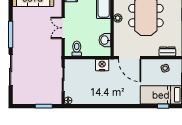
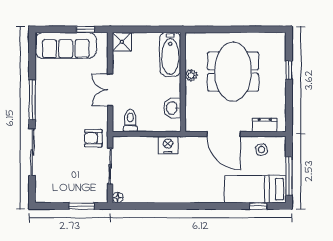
door: (130, 58) -> (224, 134), moved
armchair: (52, 60) -> (93, 138), added

